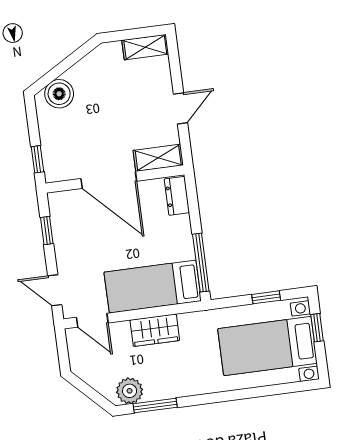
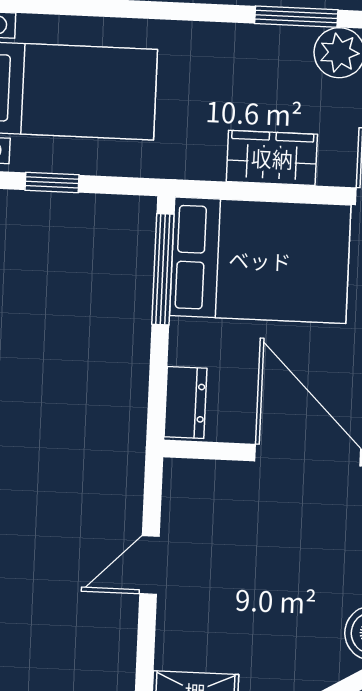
shelving: (158, 158) -> (208, 480), removed
bed: (153, 287) -> (260, 260), width x1.50

